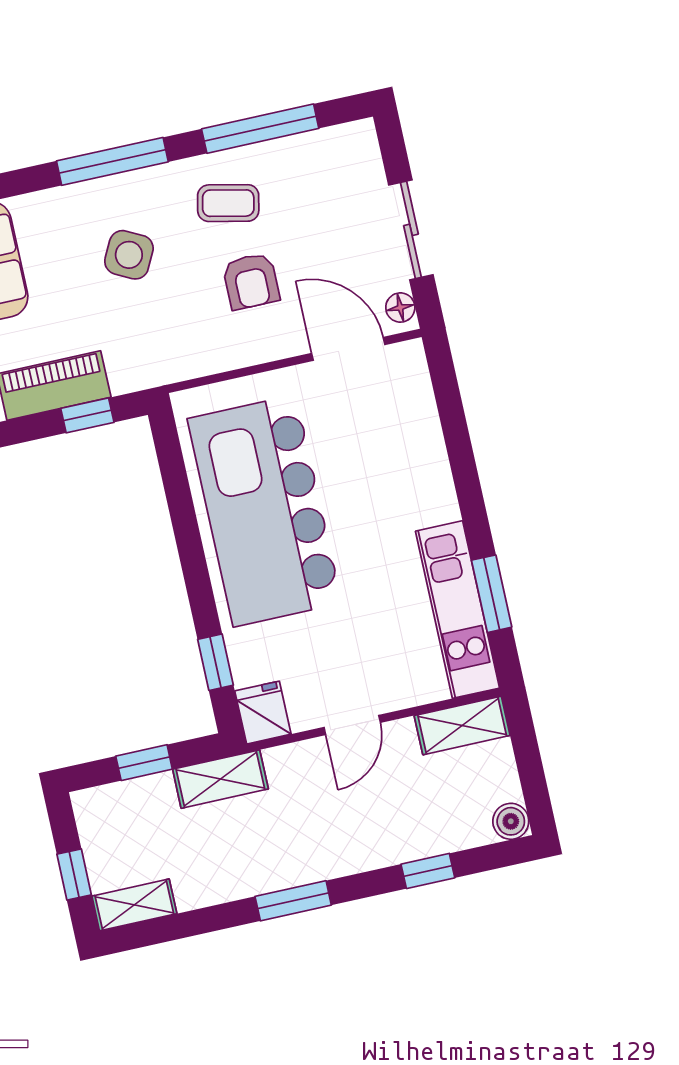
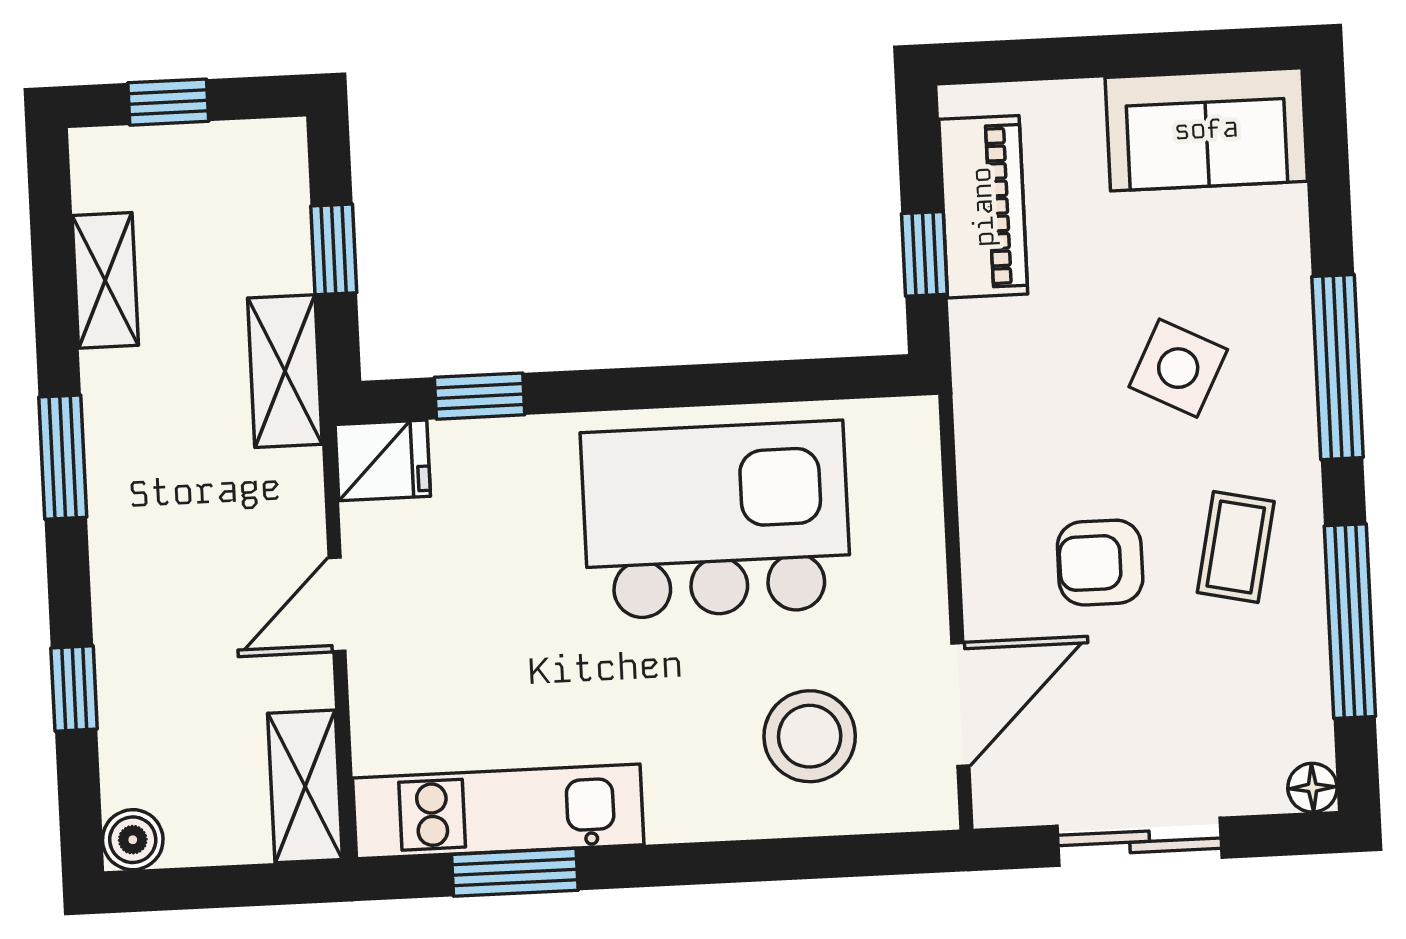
floor lamp: (400, 308) -> (1312, 788), moved
stool: (382, 434) -> (810, 736), added
kitchen island: (265, 511) -> (716, 520), width x0.73
door: (352, 725) -> (337, 605), hinge flipped
shelving: (134, 905) -> (105, 280), moved

